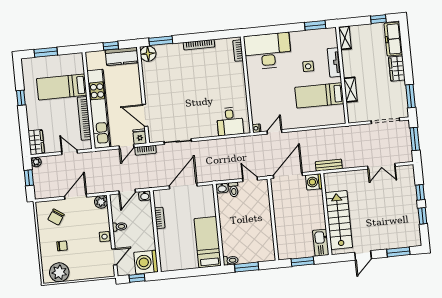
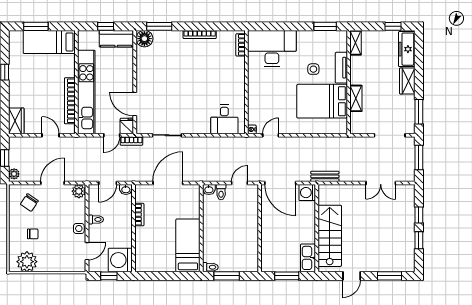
bed: (62, 87) -> (49, 42), moved
bed: (319, 95) -> (322, 101), width x1.50
plant: (36, 162) -> (14, 174), moved
door: (288, 175) -> (280, 183), swing flipped
door: (250, 179) -> (240, 183), hinge flipped

